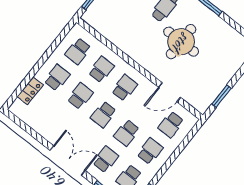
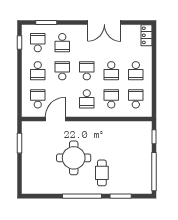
school desk: (101, 69) -> (111, 99), turned 180
locker: (30, 91) -> (146, 35), moved
double door: (68, 160) -> (104, 22), moved

